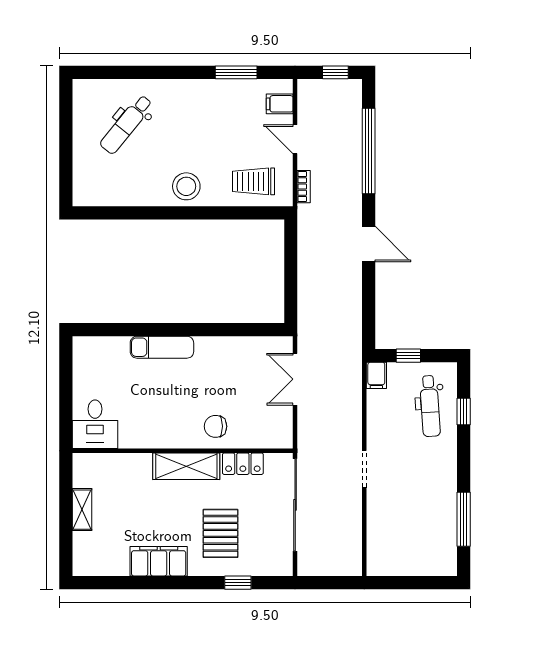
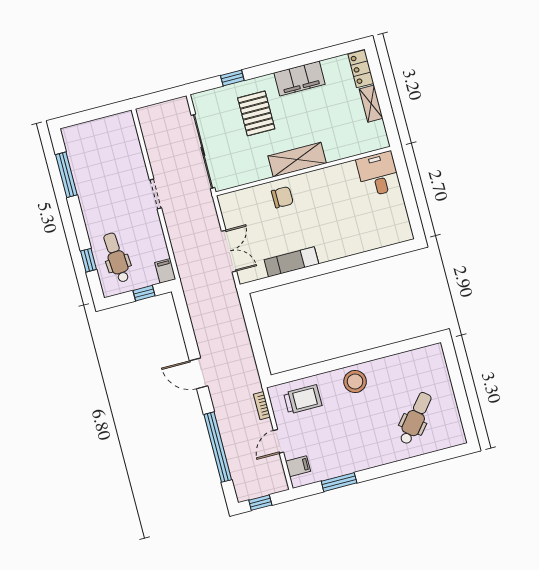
door: (295, 139) -> (279, 441), swing flipped
exam couch: (162, 347) -> (291, 262), moved
locker: (243, 464) -> (361, 69), moved, turned -90

